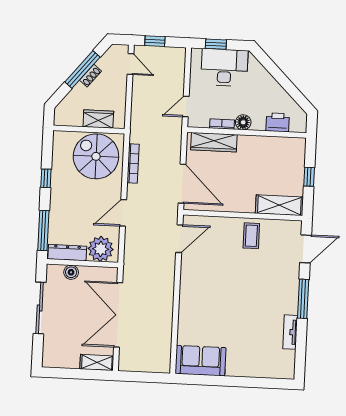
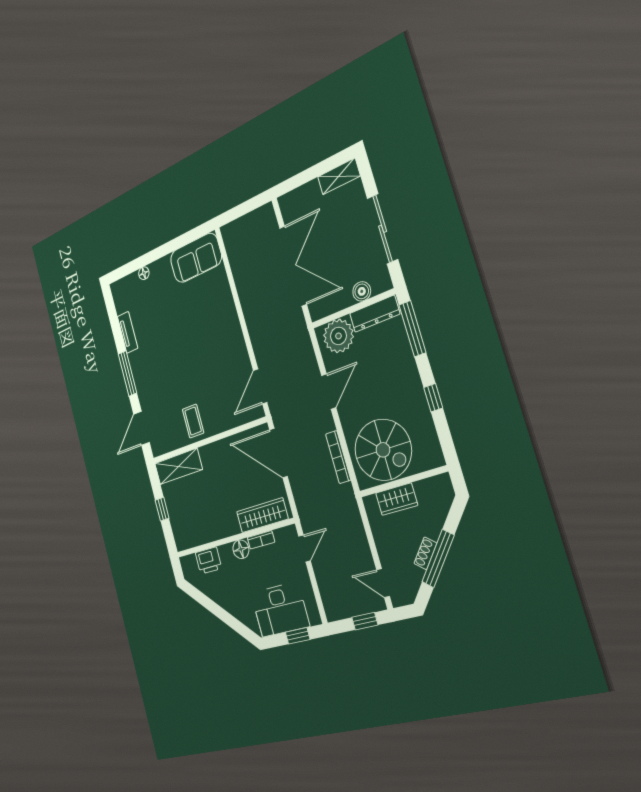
shelving: (97, 362) -> (339, 176), moved
floor lamp: (255, 372) -> (144, 273), added

